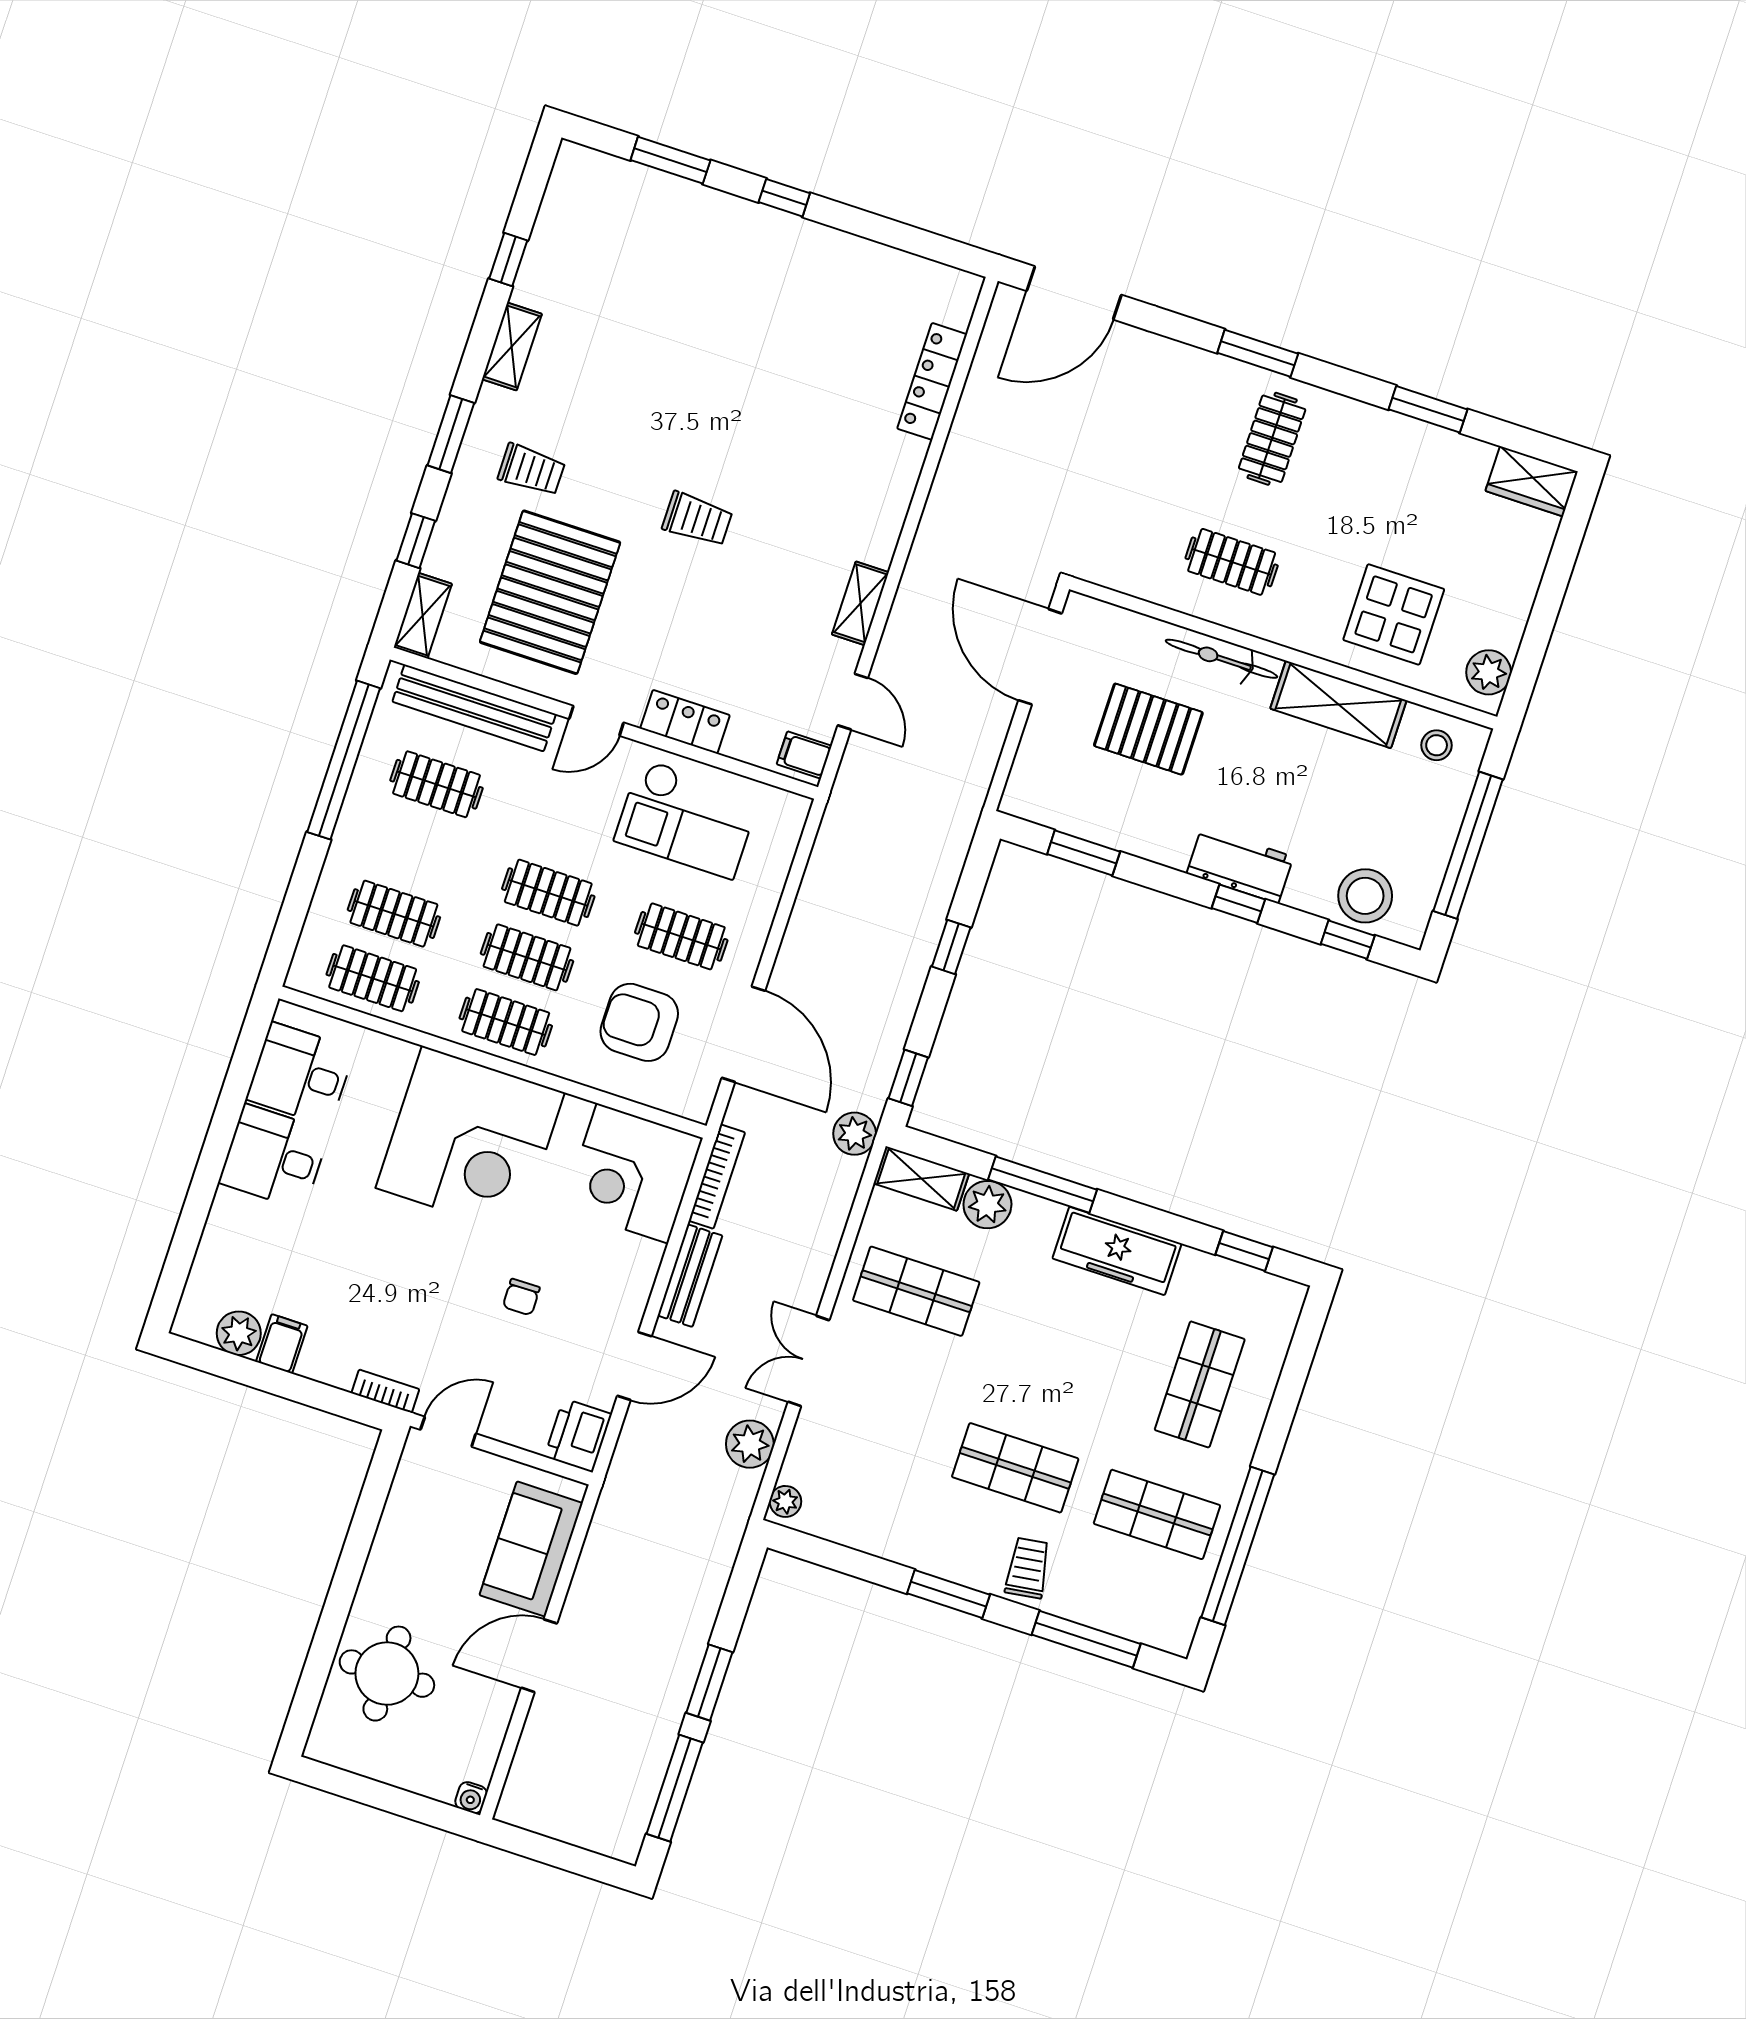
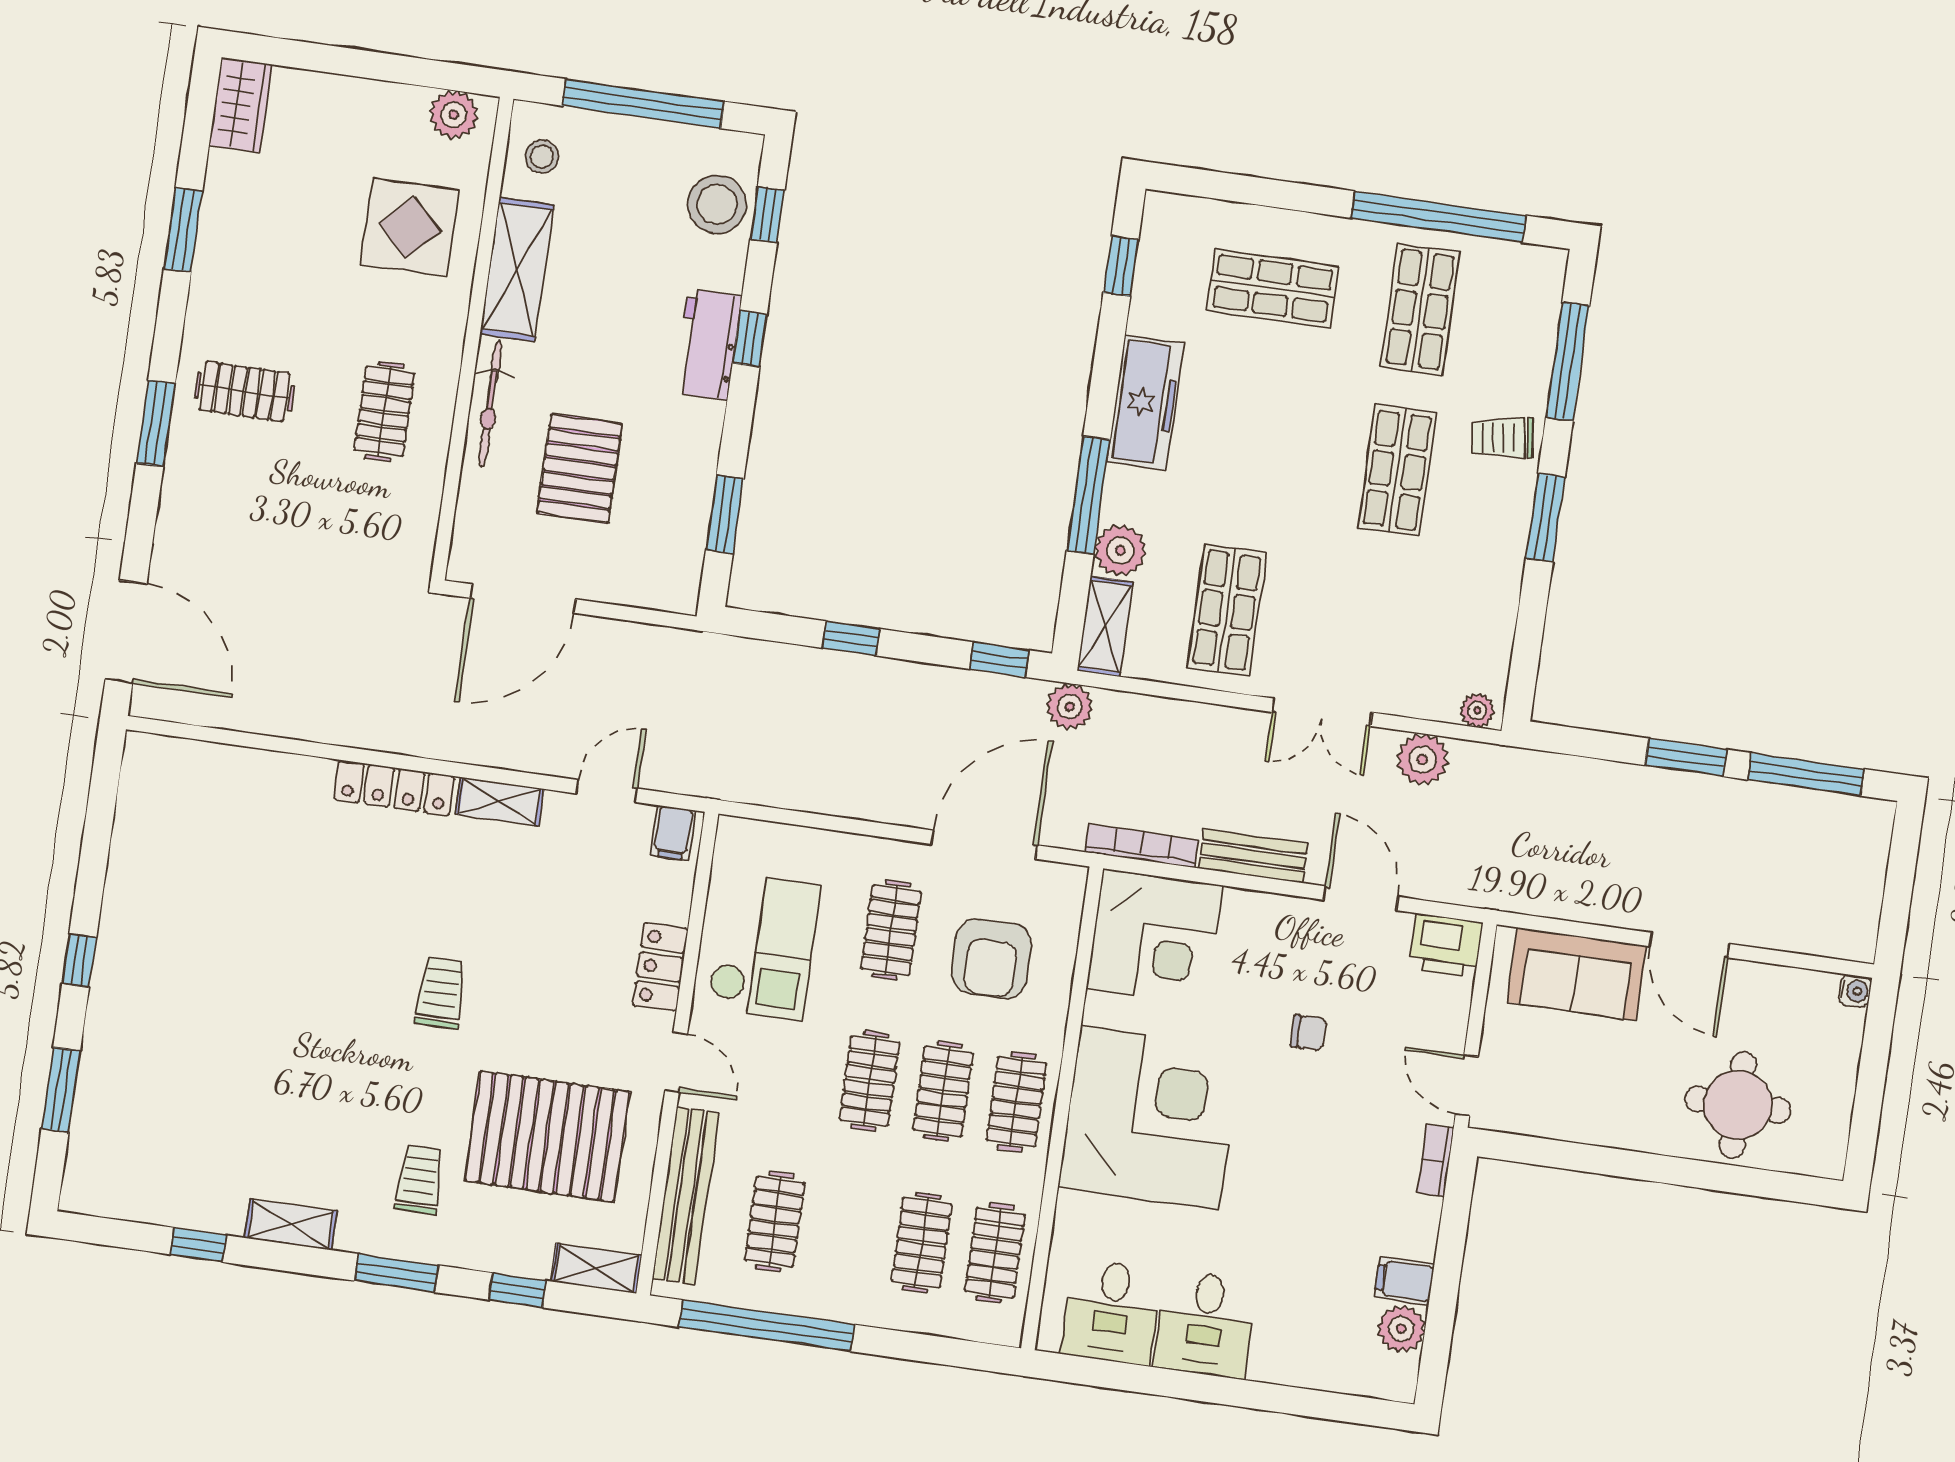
locker: (932, 381) -> (394, 788), moved

